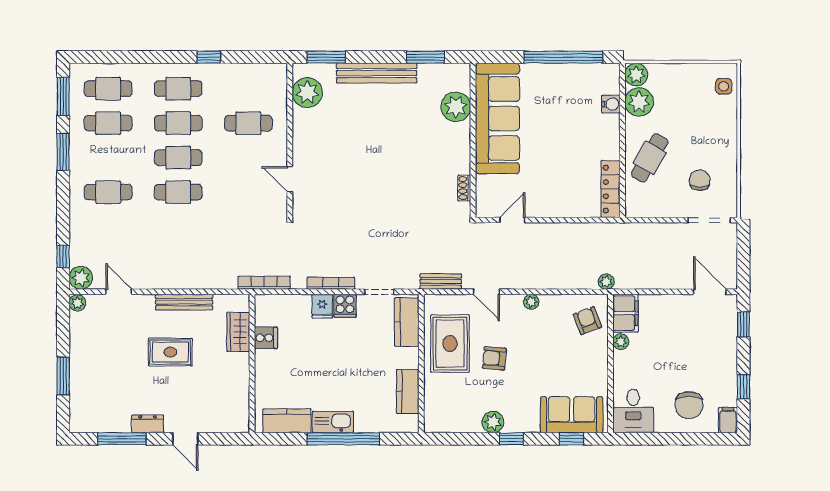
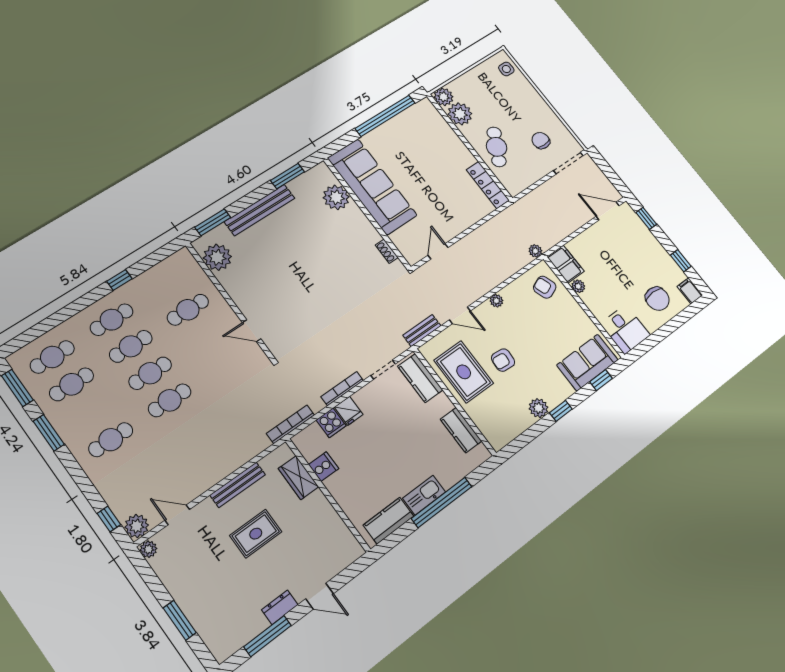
water cooler: (611, 104) -> (442, 127), removed
cooker: (345, 306) -> (331, 423), moved

